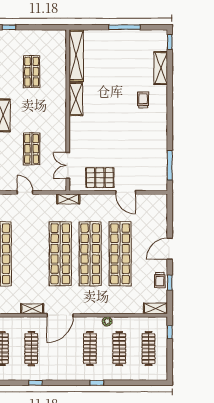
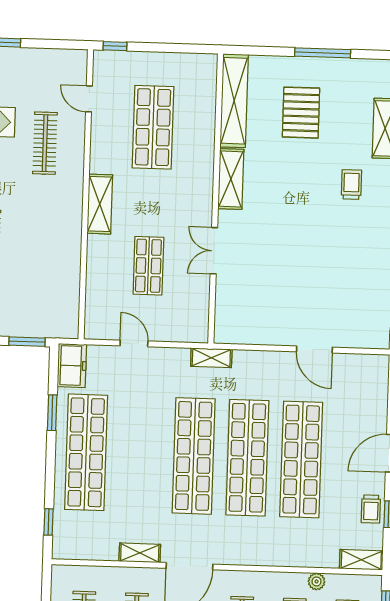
shop shelf: (32, 72) -> (153, 127), width x1.43, depth x1.36
double door: (68, 165) -> (214, 251), moved
pallet: (100, 178) -> (301, 113), moved, turned 90
plant: (107, 321) -> (317, 581), moved

